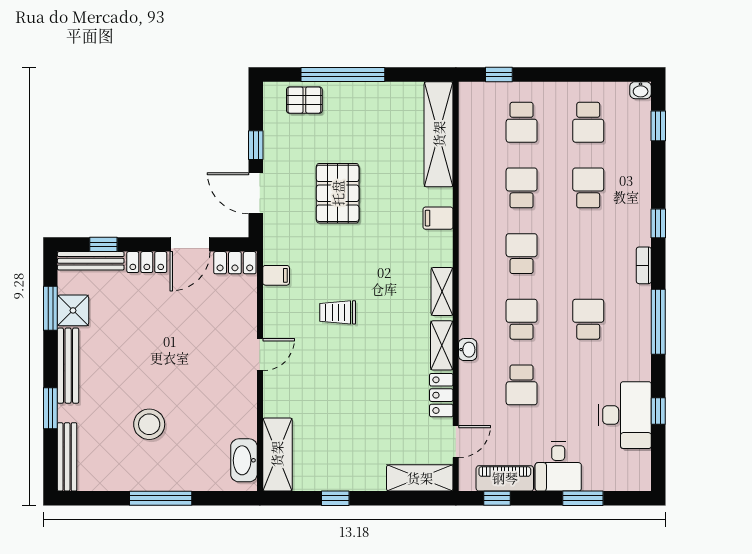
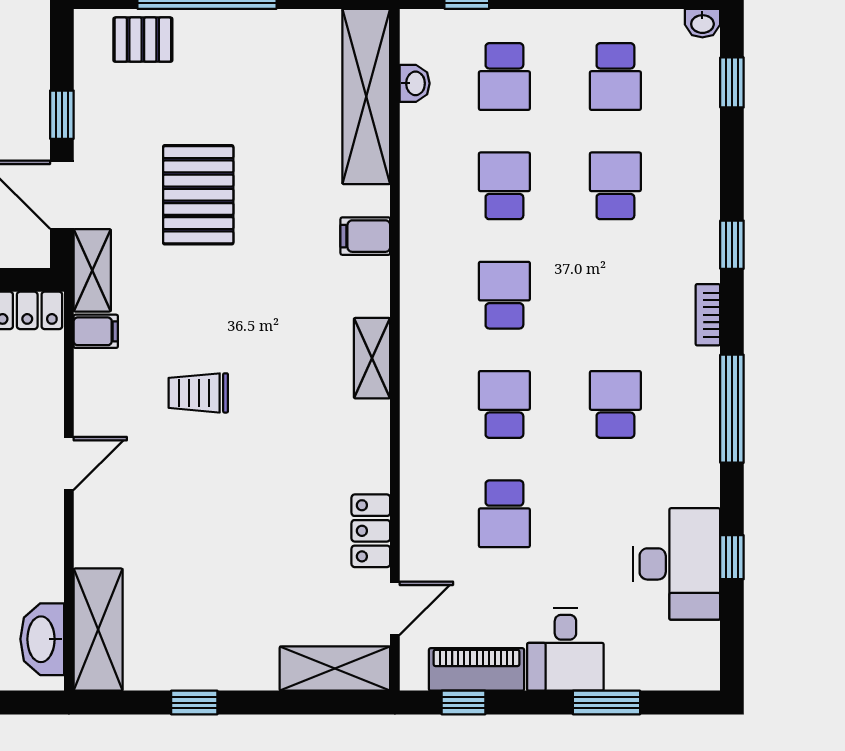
shelving: (442, 345) -> (92, 270), moved
washbasin: (468, 350) -> (415, 83), moved

